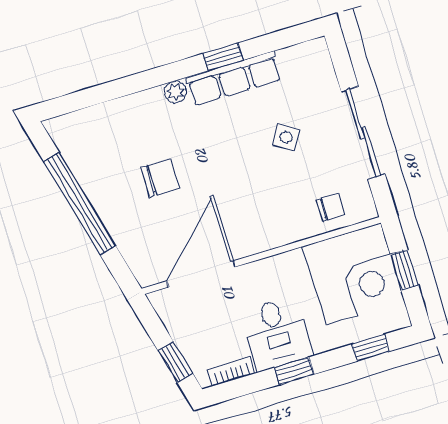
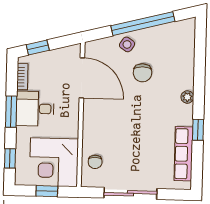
row of seats: (234, 78) -> (183, 154), moved
side table: (286, 137) -> (127, 44), moved
window: (294, 371) -> (11, 112), width x1.50

